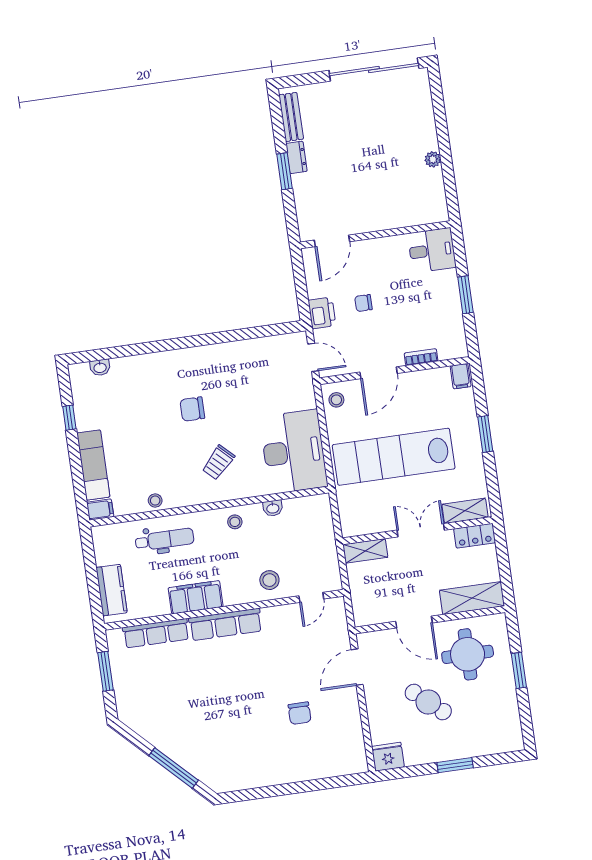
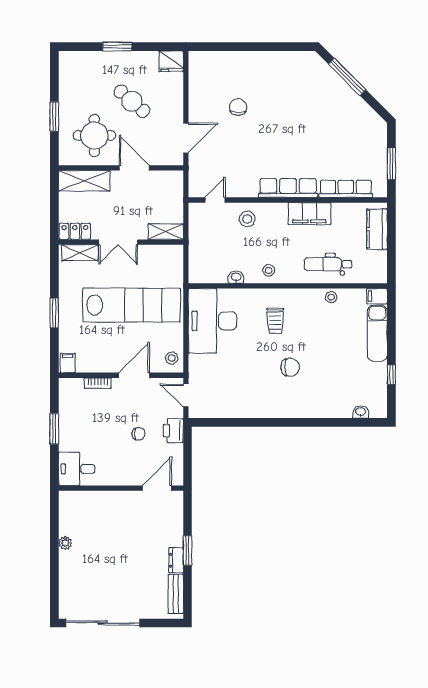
trolley: (218, 463) -> (275, 321), turned 136

